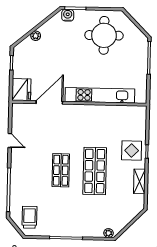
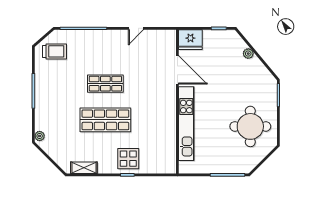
water cooler: (68, 15) -> (271, 87), removed
shelving: (139, 181) -> (84, 168), moved

